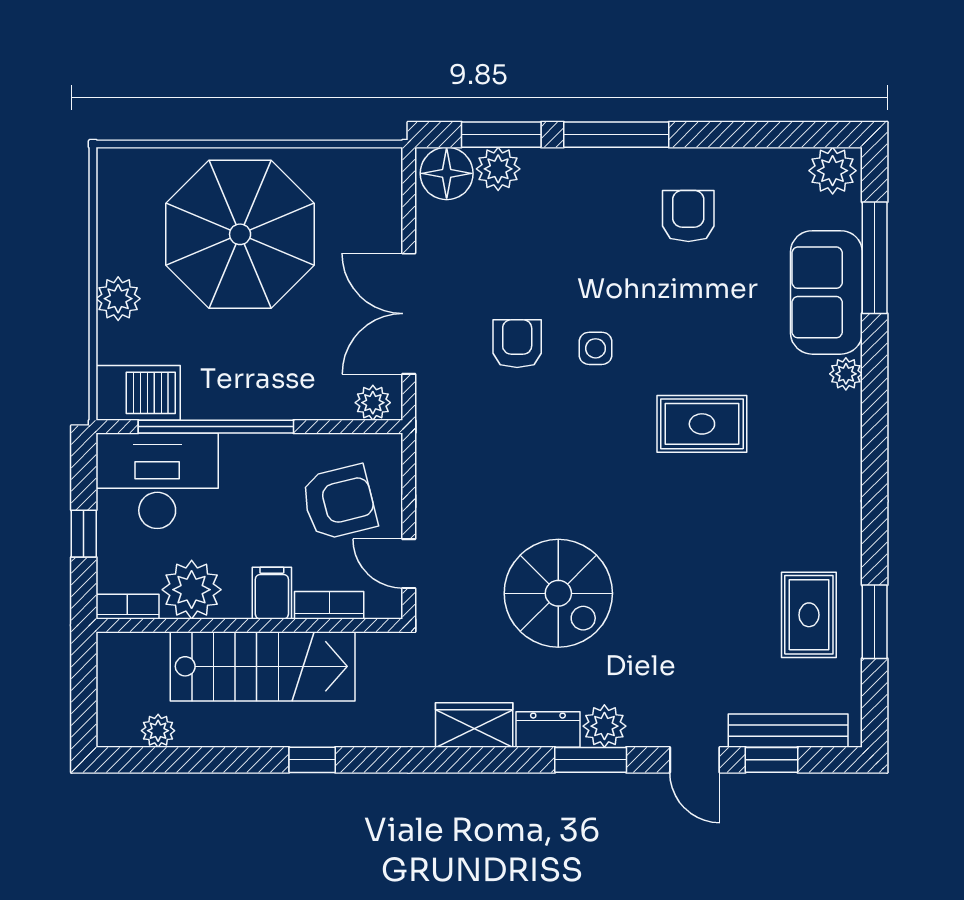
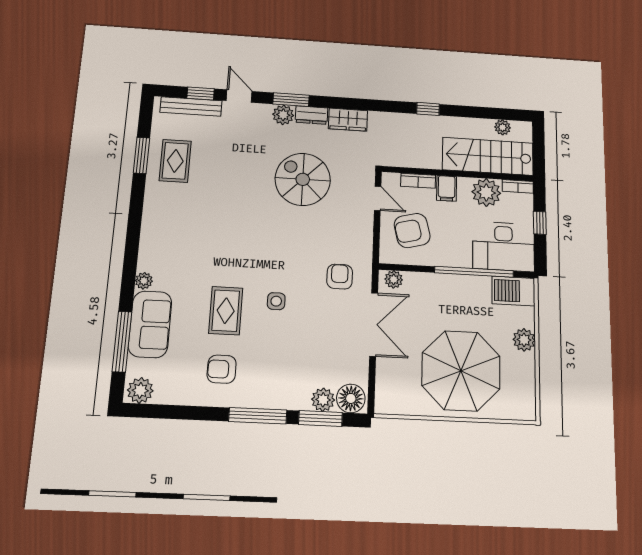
armchair: (688, 216) -> (222, 369), turned 90
armchair: (517, 344) -> (340, 277), moved, turned 180
rug: (702, 424) -> (226, 311), moved, turned 90
stairs: (263, 666) -> (488, 156), moved

